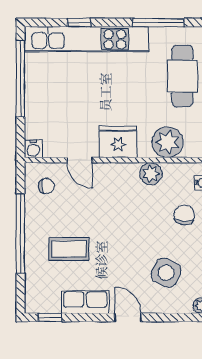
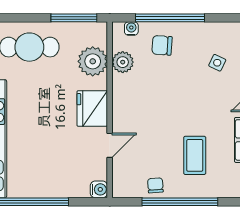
plant: (151, 174) -> (123, 62), moved
chair: (46, 186) -> (155, 185), moved
side table: (166, 273) -> (217, 63), width x0.54, depth x0.54

